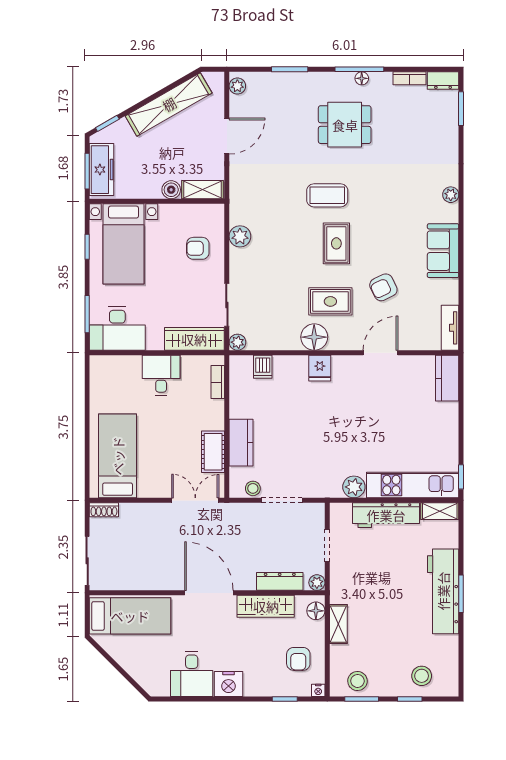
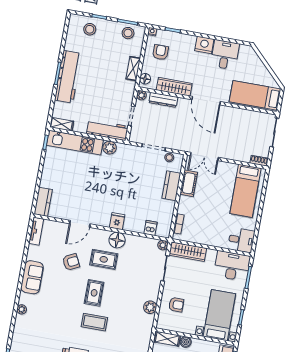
desk: (161, 375) -> (241, 240), moved, turned -90
workbench: (386, 515) -> (107, 130), moved

